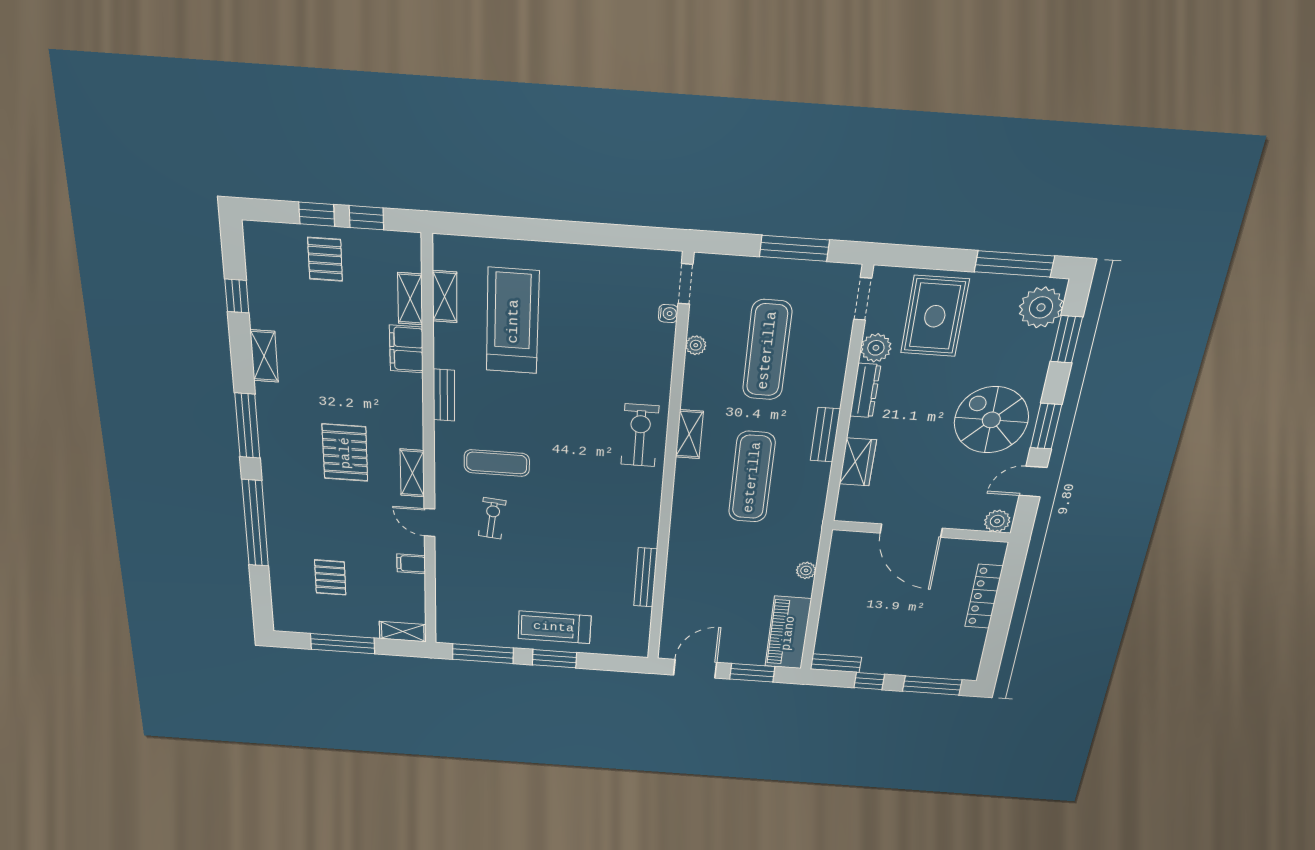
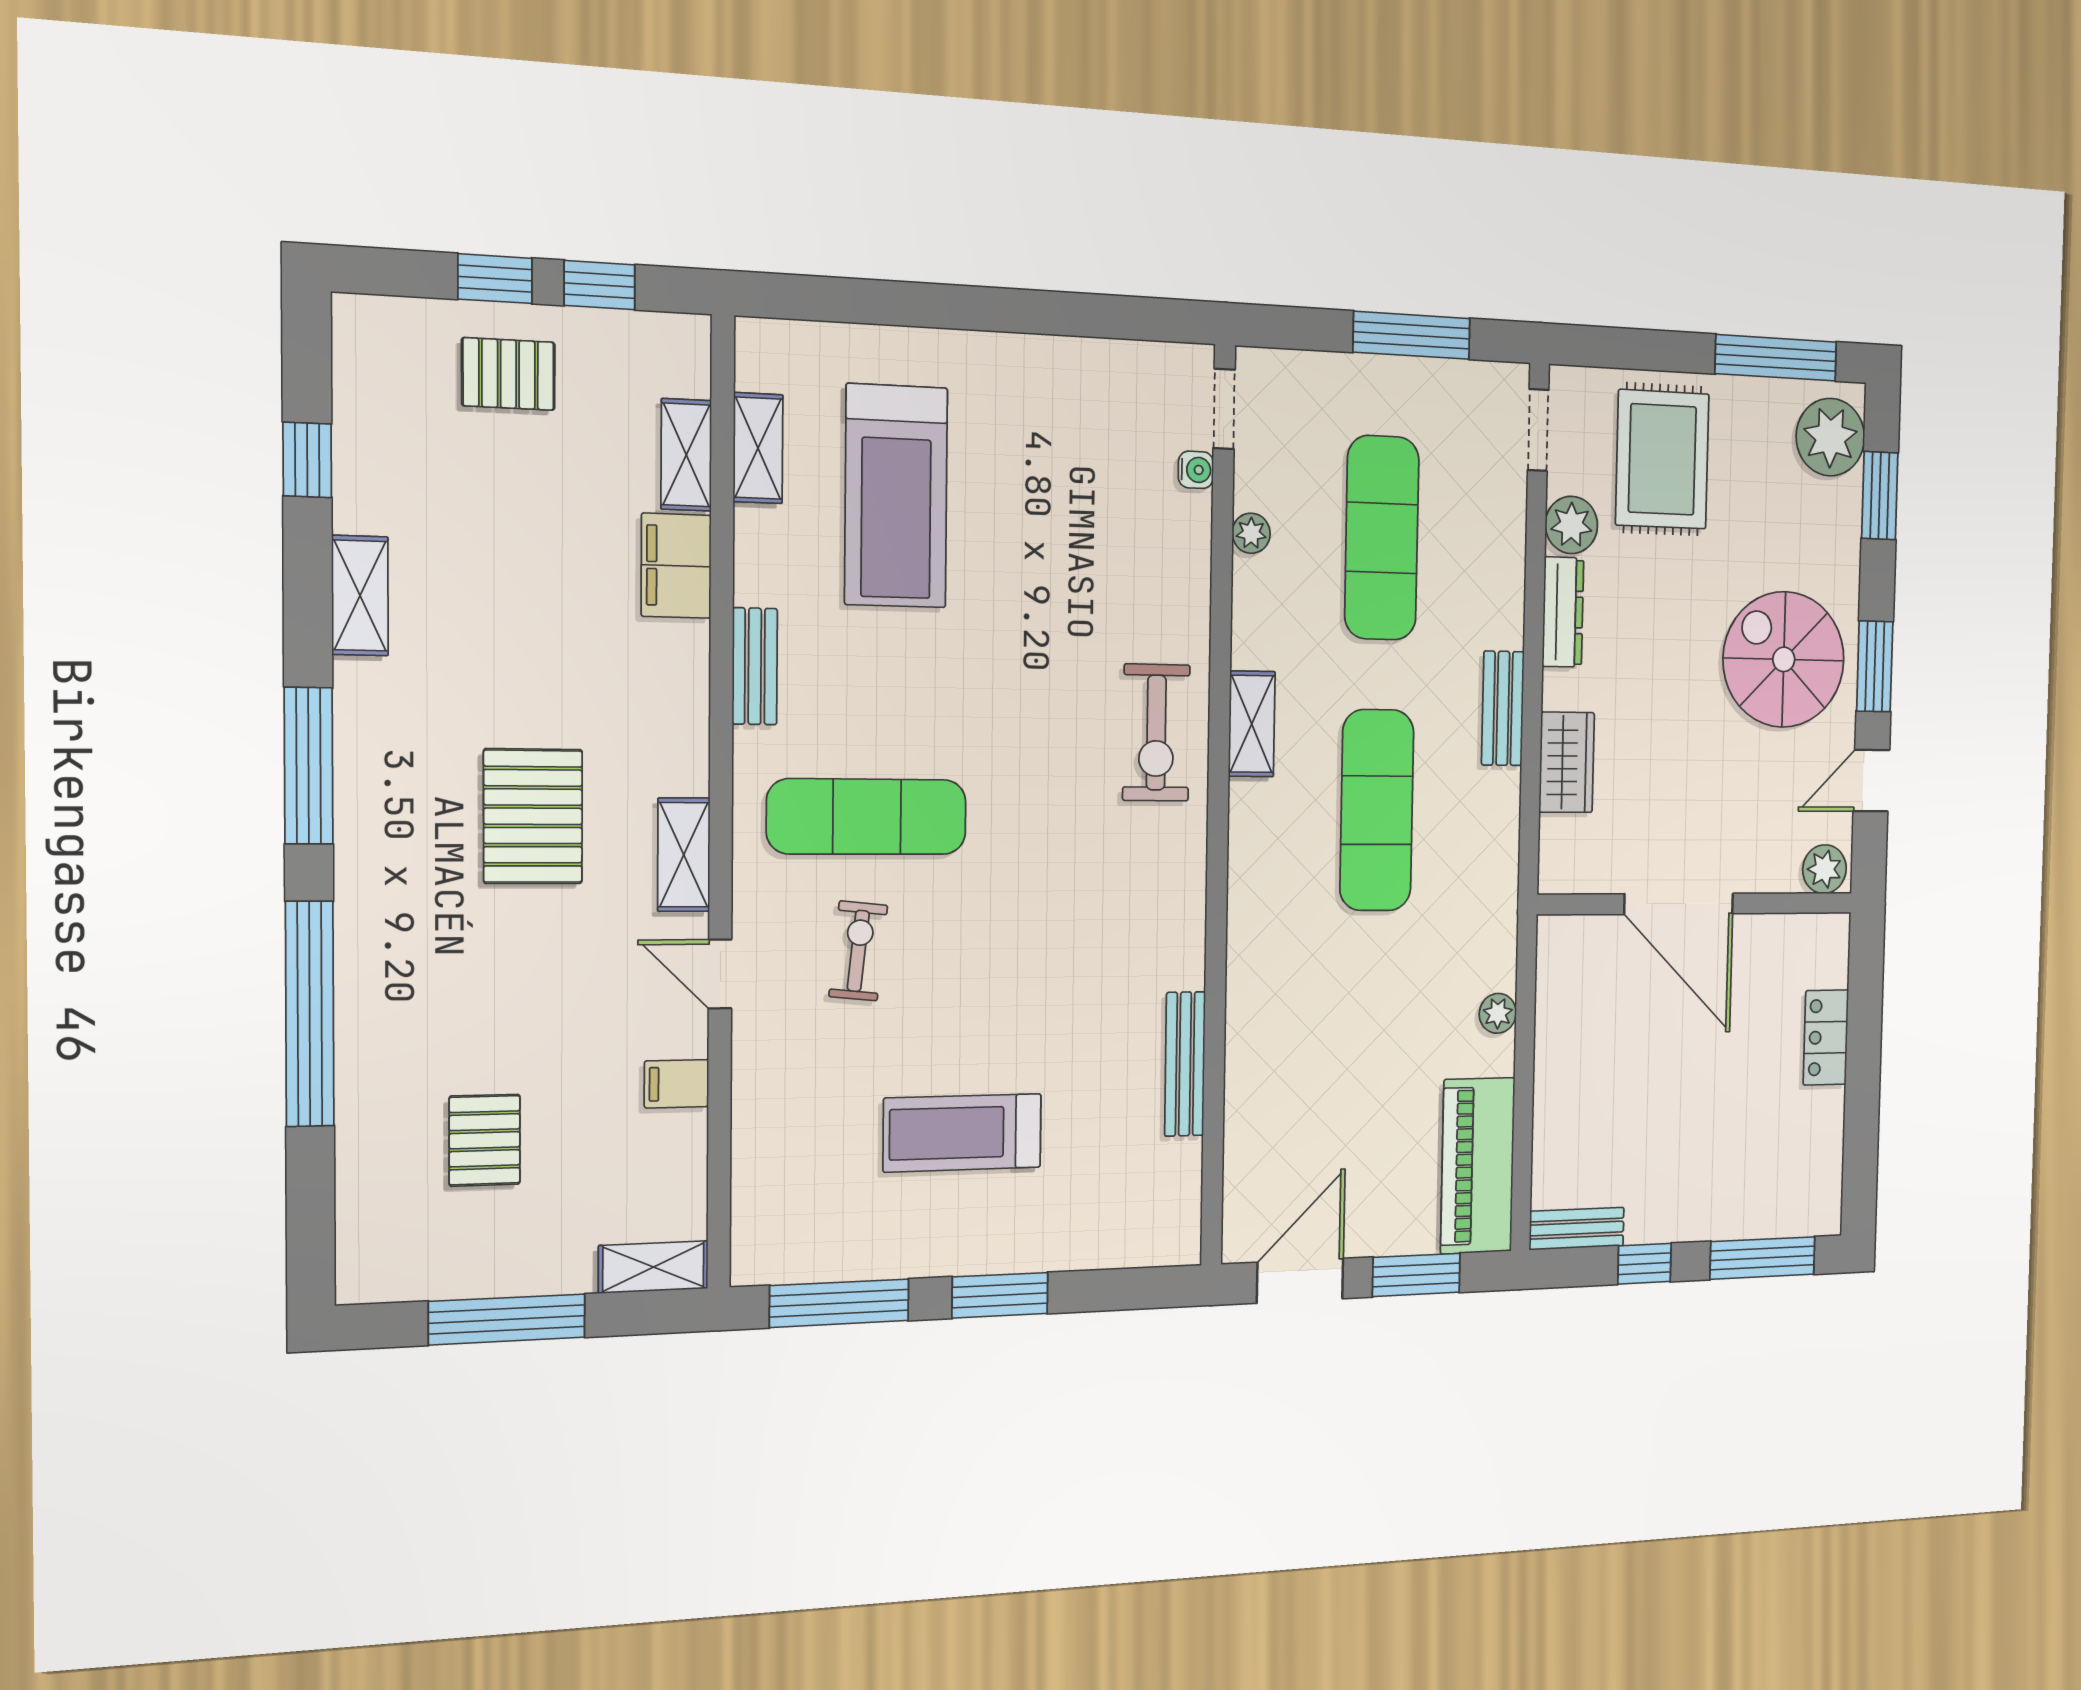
pallet: (325, 259) -> (508, 374), turned 90
treadmill: (513, 321) -> (896, 496), turned 180
exercise bike: (640, 435) -> (1156, 733), turned 180
exercise mat: (497, 463) -> (867, 817), width x1.36, depth x1.45
locker: (984, 596) -> (1826, 1037), width x0.66
treadmill: (554, 627) -> (963, 1133), moved

